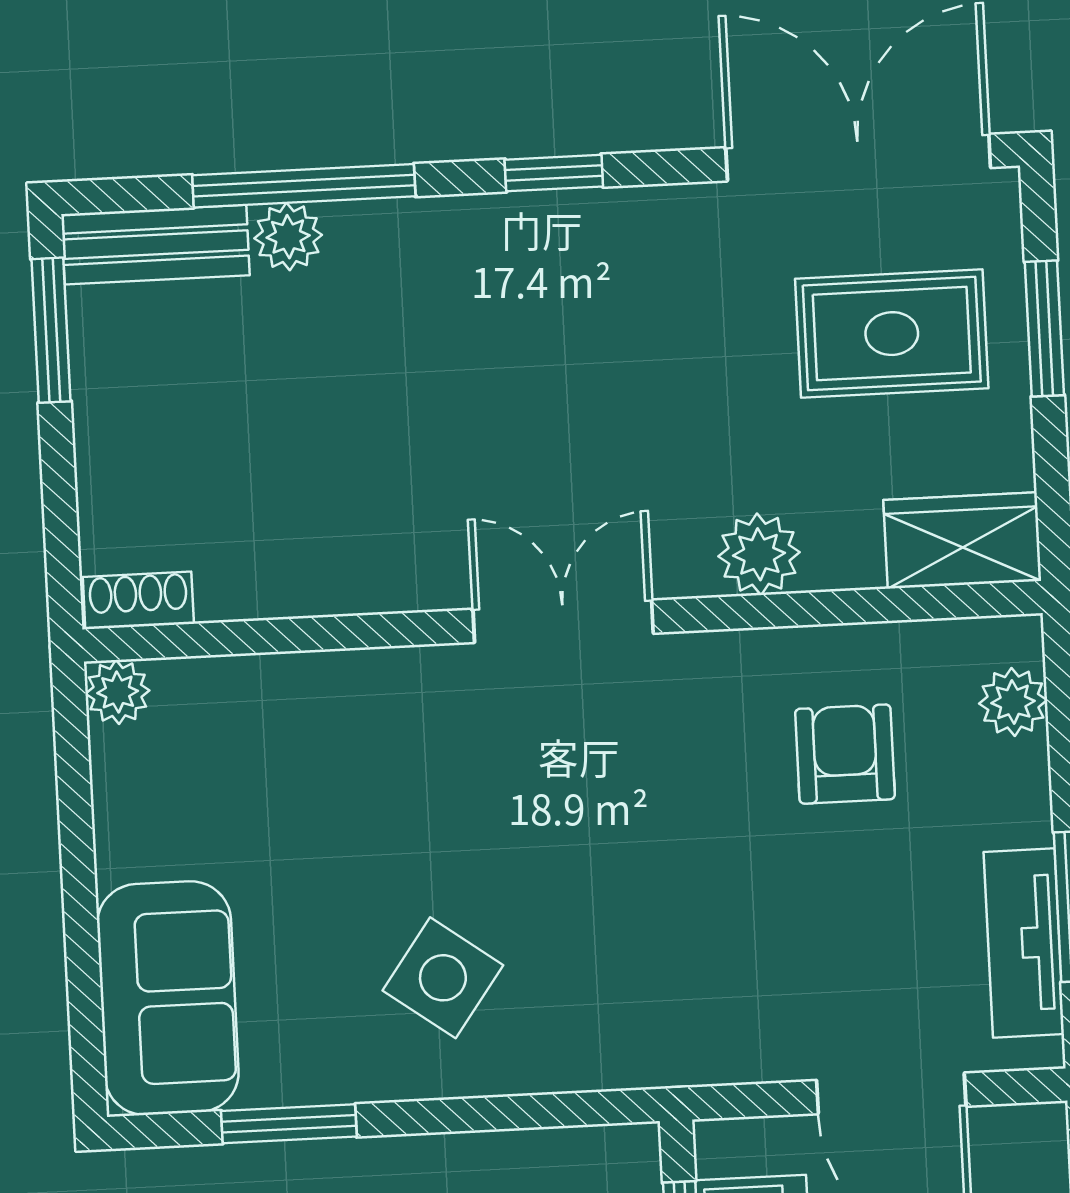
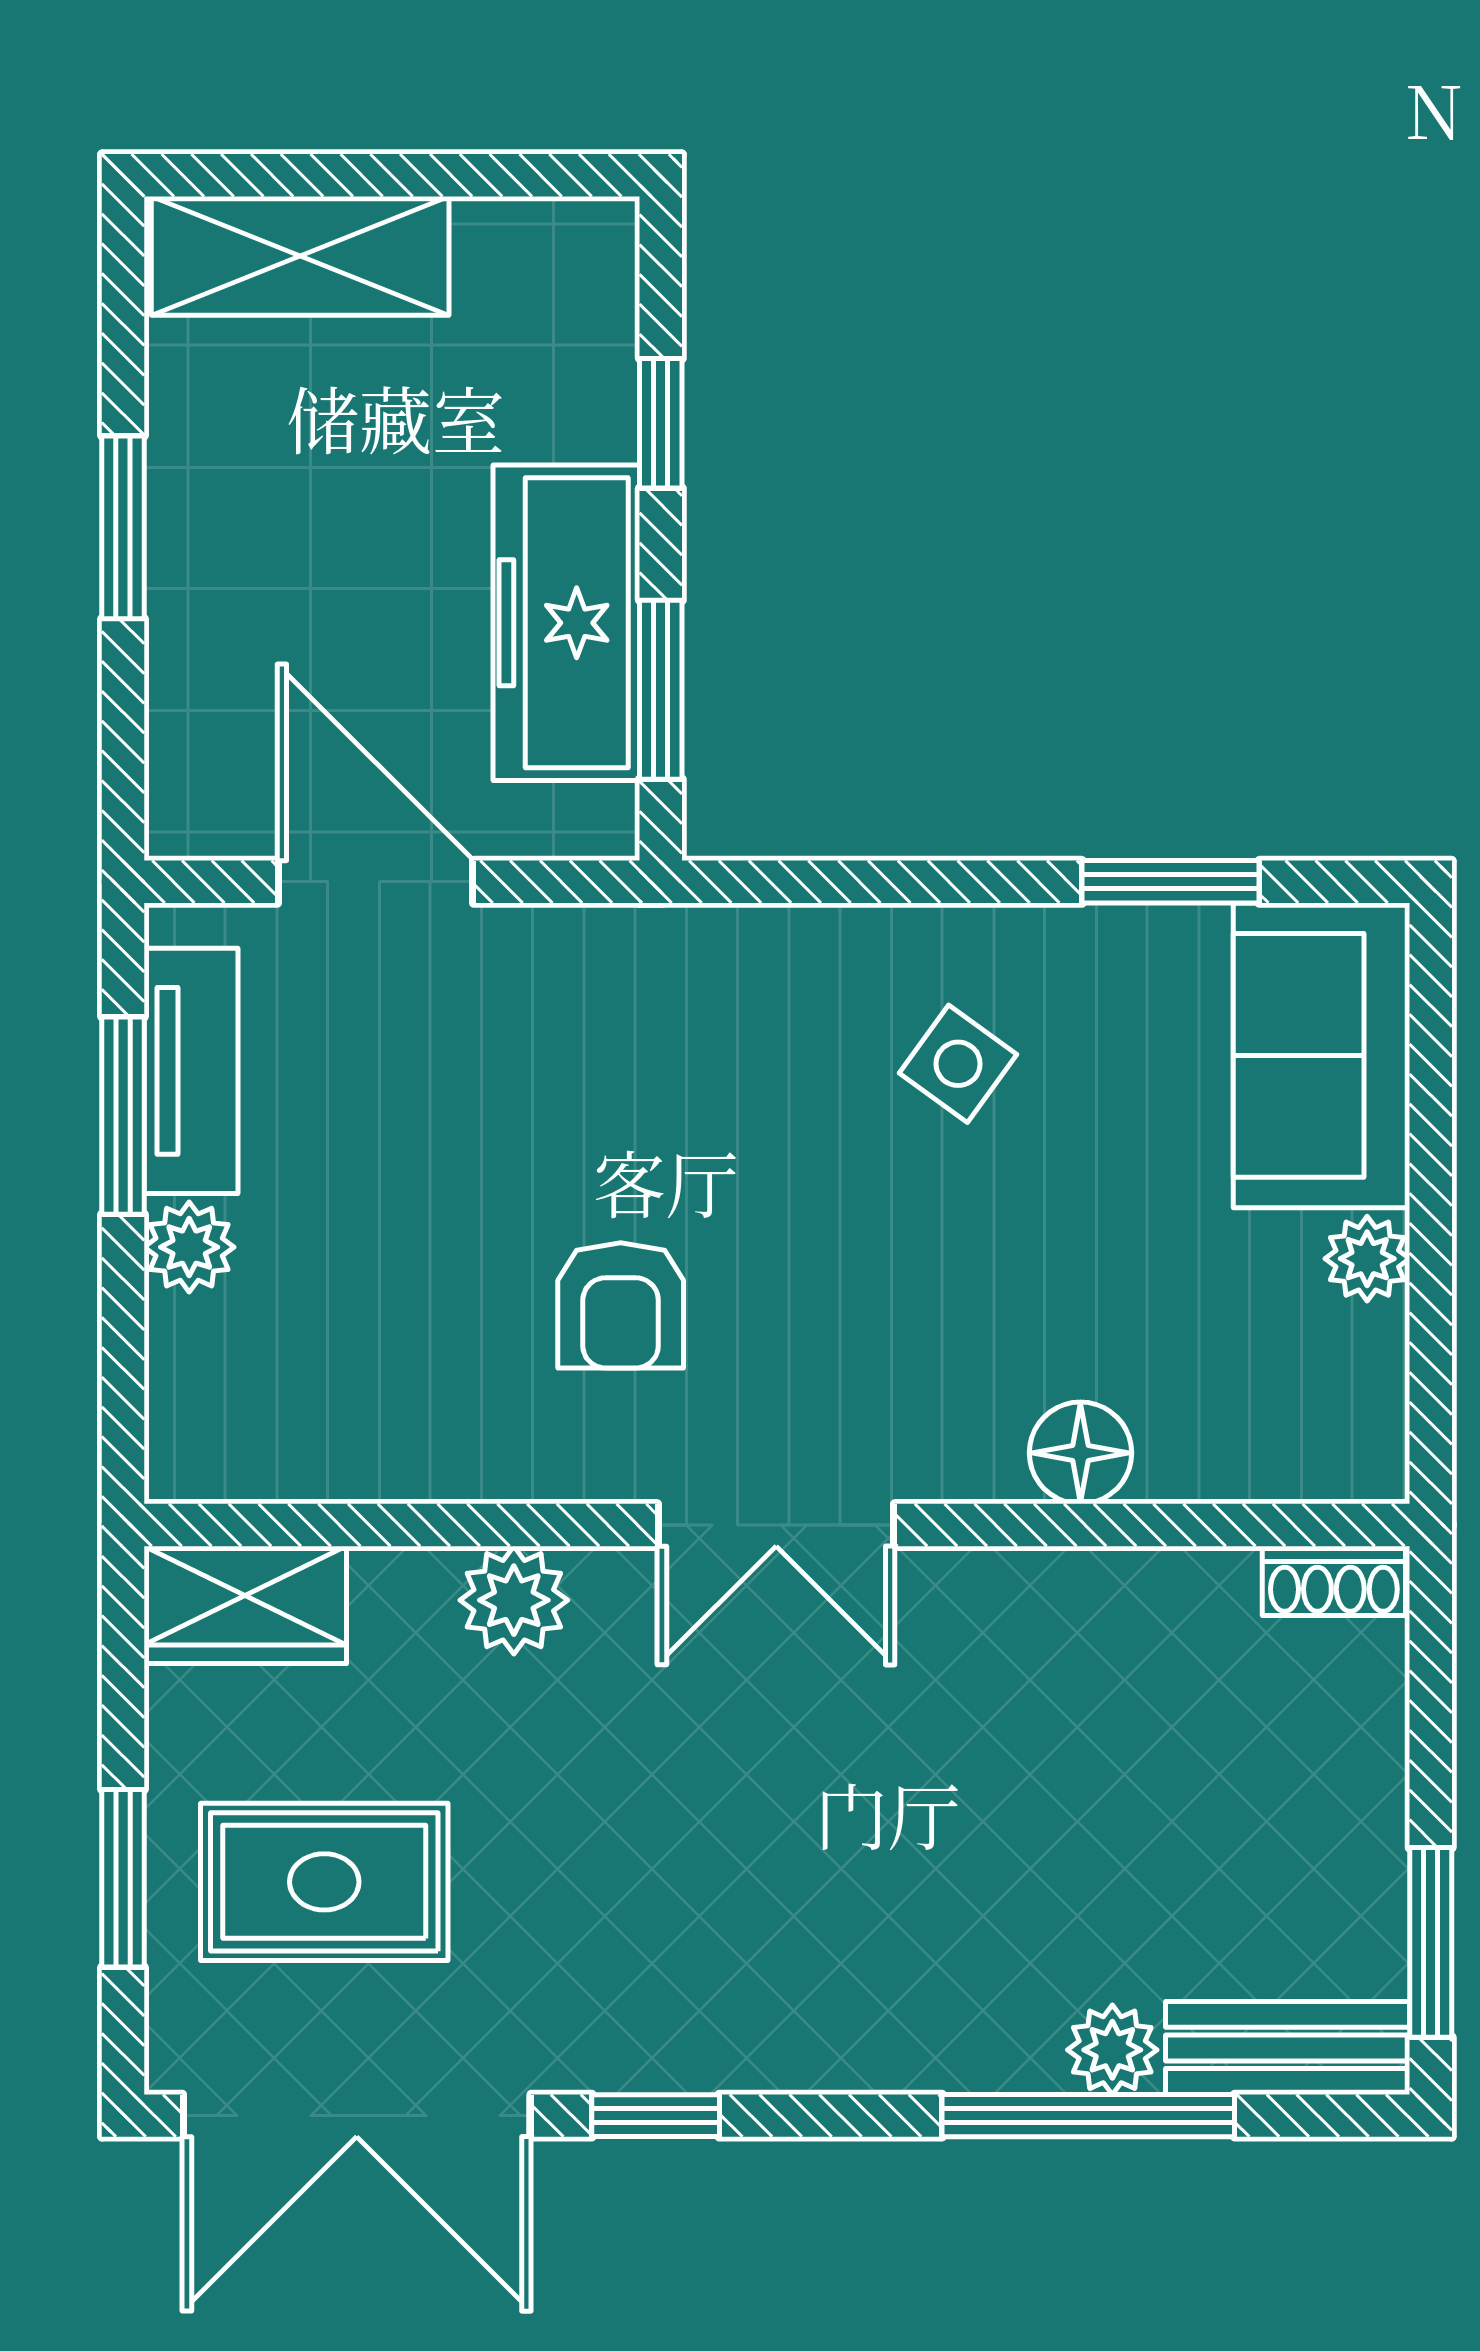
window: (554, 173) -> (656, 2116), moved
floor lamp: (335, 688) -> (1080, 1453), added
plant: (118, 692) -> (1367, 1259), moved
plant: (1013, 702) -> (189, 1247), moved
armchair: (845, 754) -> (621, 1305), moved
side table: (443, 978) -> (958, 1064), width x0.73, depth x0.73

